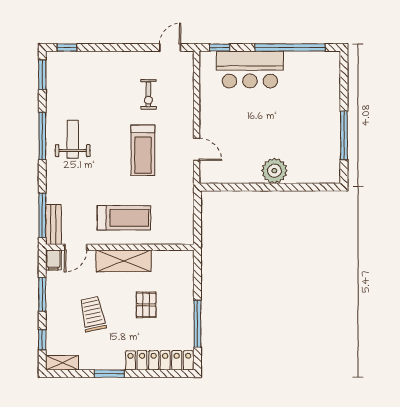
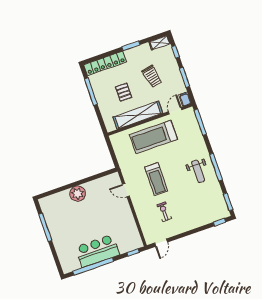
bar counter: (250, 70) -> (97, 251), moved
treadmill: (143, 150) -> (156, 179), turned 180
treadmill: (124, 218) -> (153, 137), width x1.37, depth x1.38
bench: (53, 224) -> (192, 119), removed
shelving: (124, 261) -> (138, 115), width x1.47

